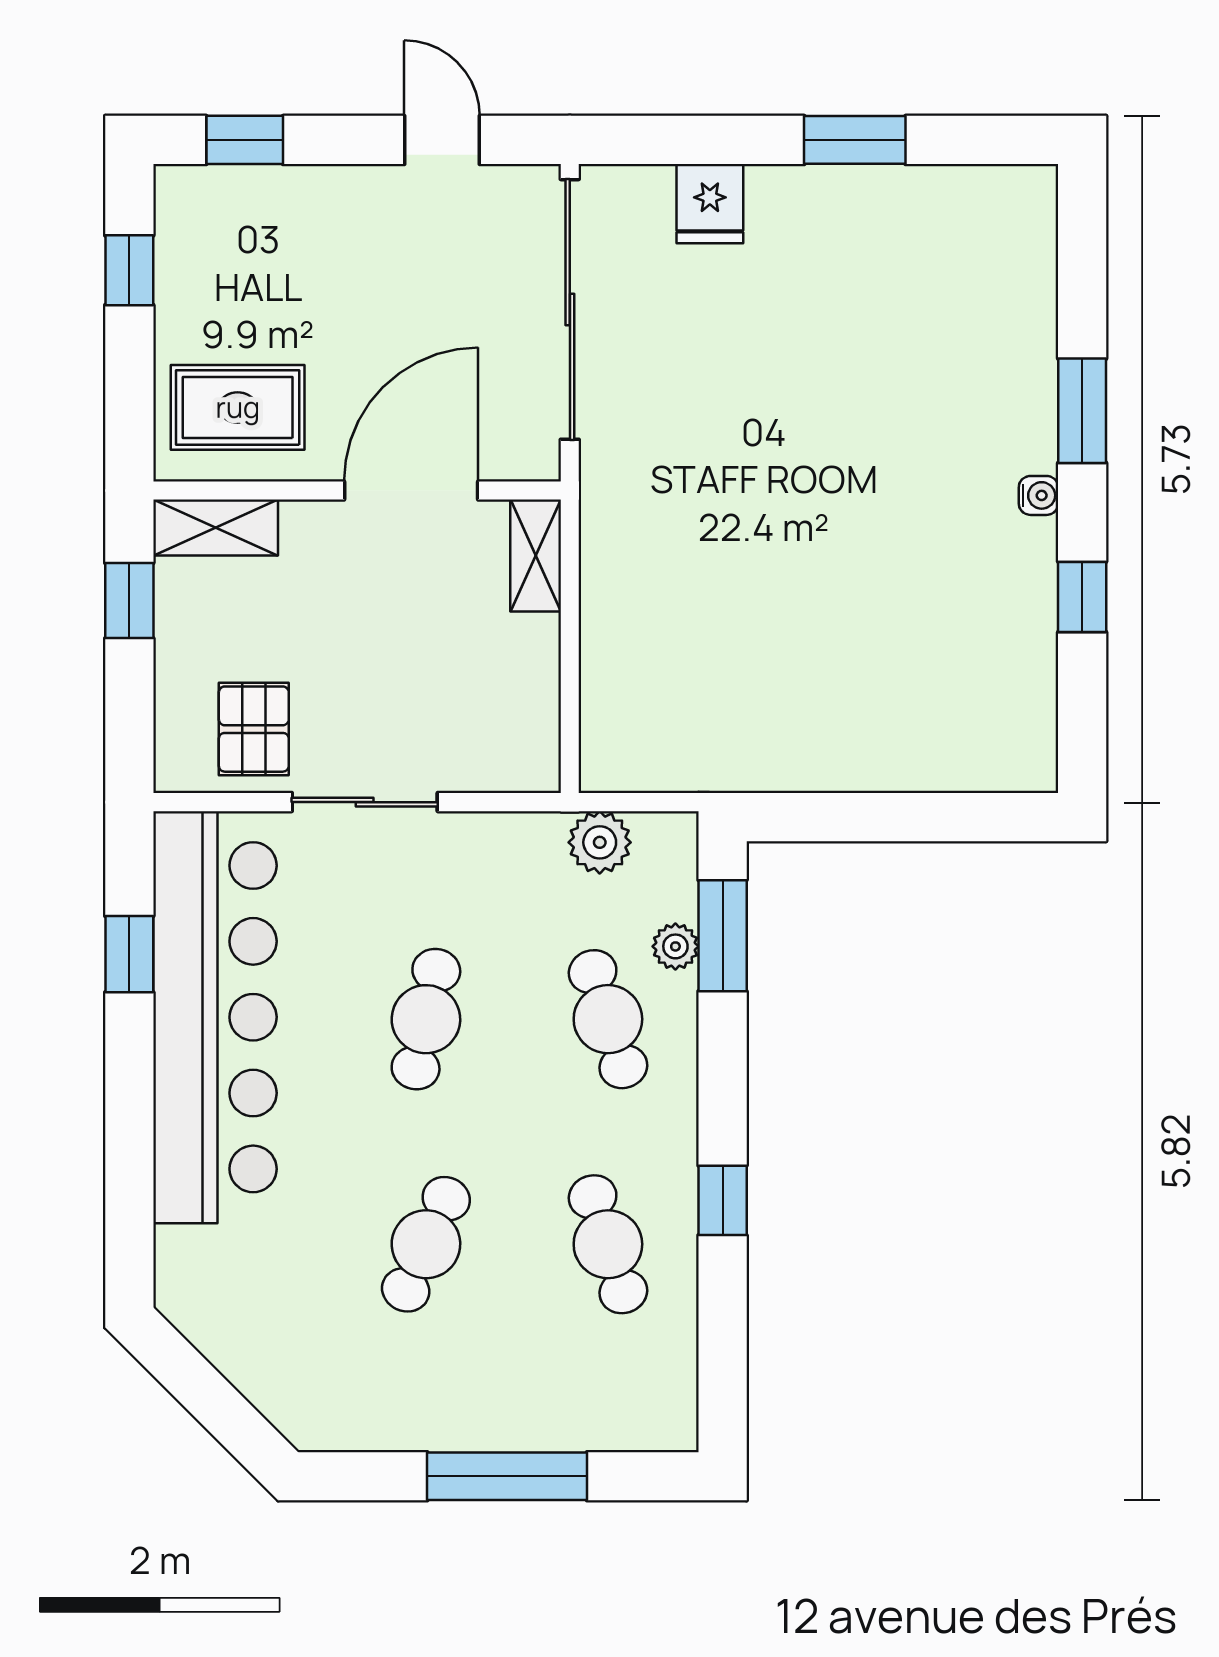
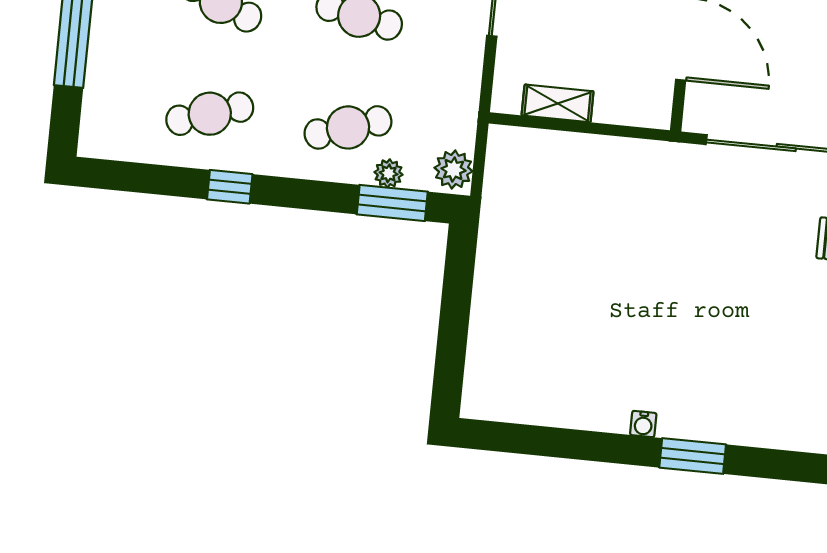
shelving: (536, 556) -> (558, 103), moved
window: (1082, 597) -> (578, 445), removed
plant: (600, 842) -> (453, 170), moved

